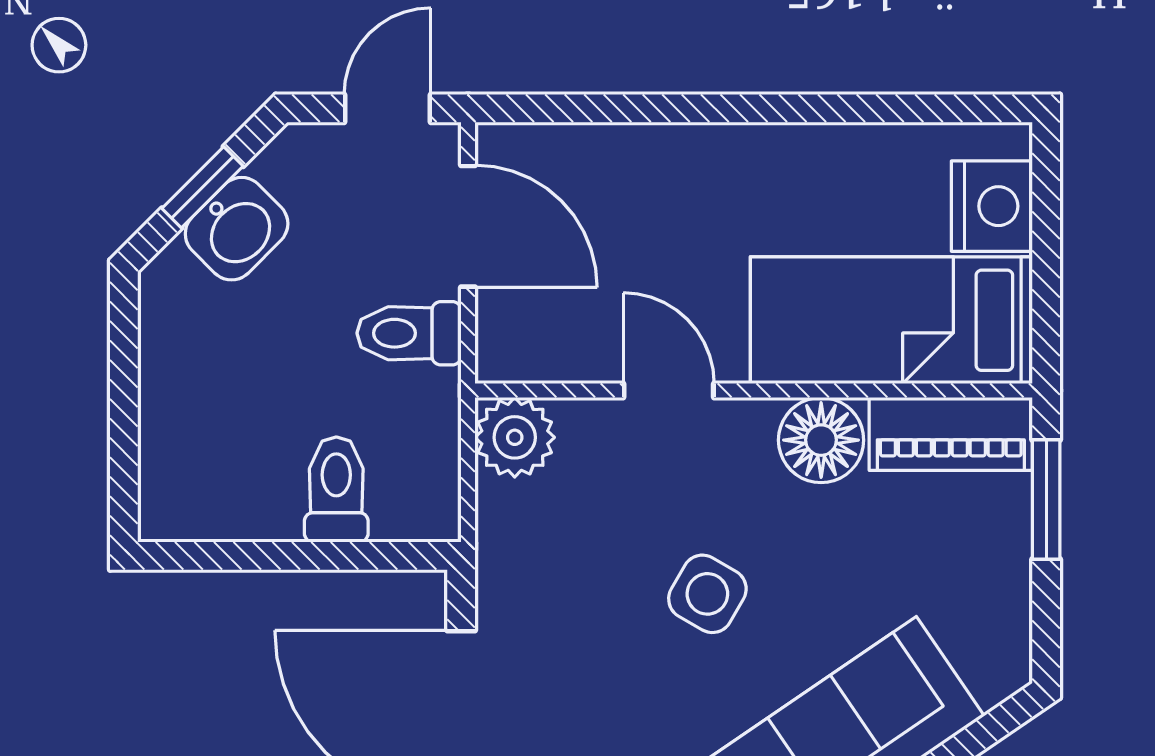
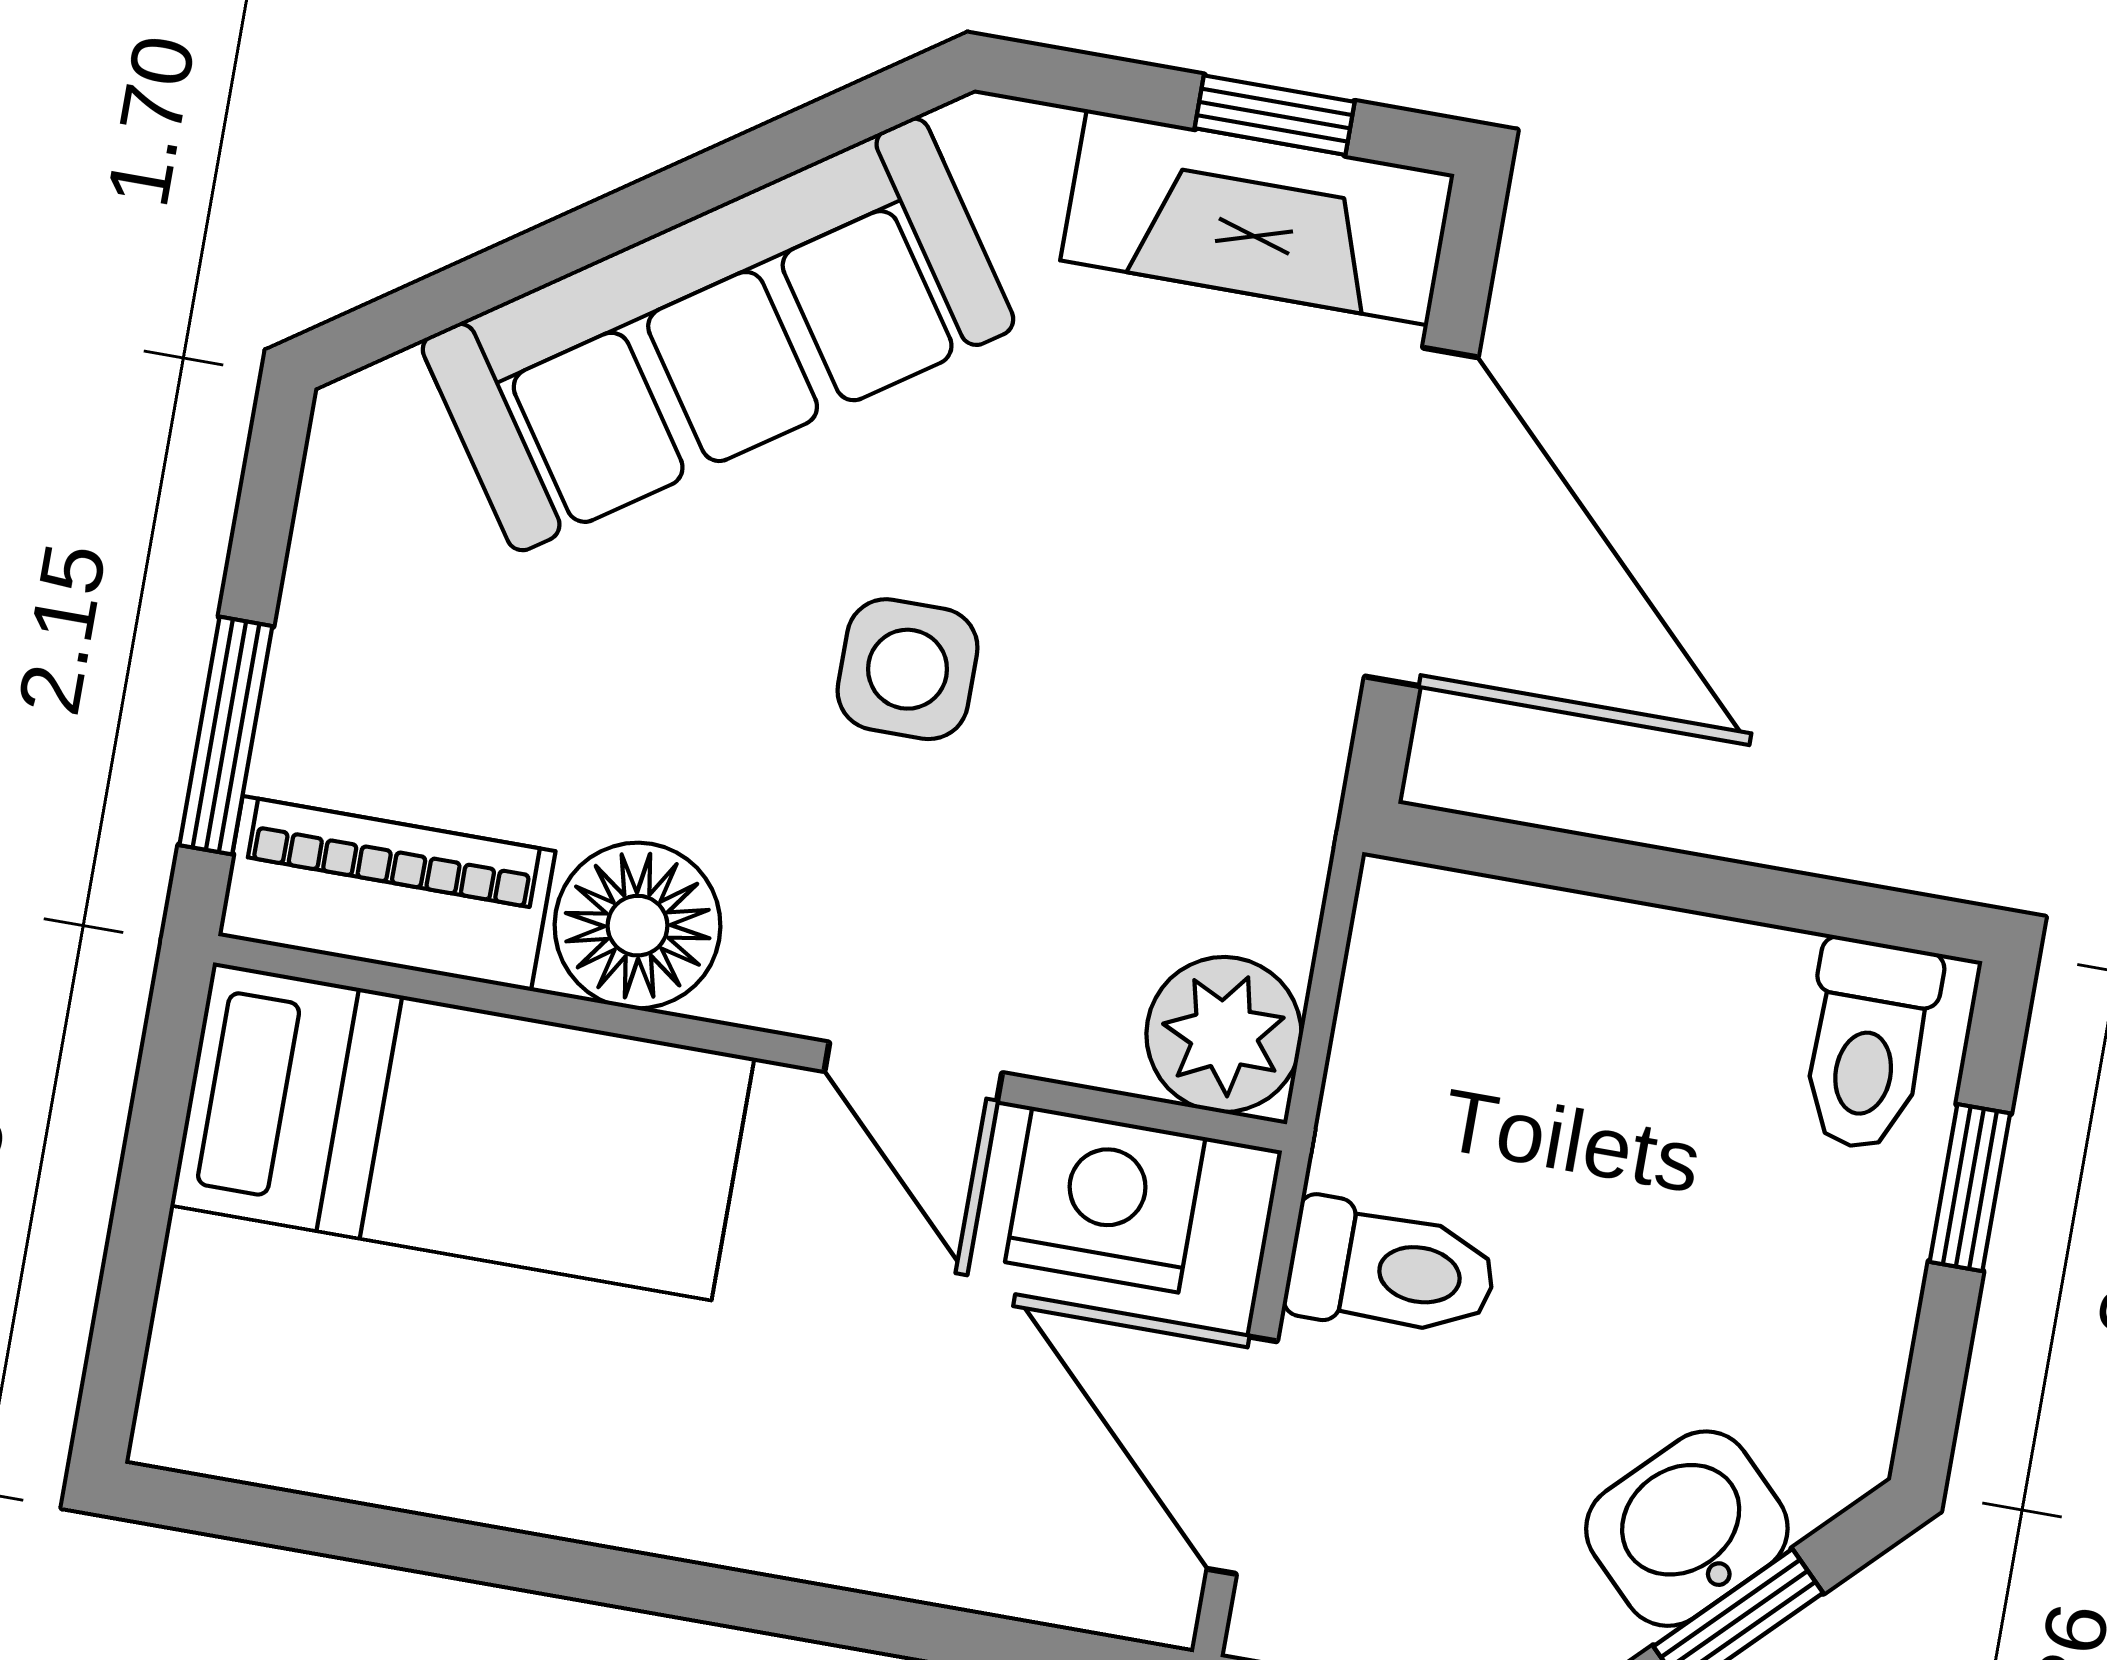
nightstand: (992, 206) -> (1105, 1200), moved, turned 90
window: (124, 426) -> (1970, 1188), added
toilet: (336, 490) -> (1868, 1045), moved
side table: (707, 594) -> (908, 669), turned -30

